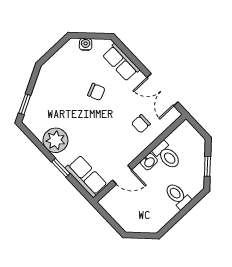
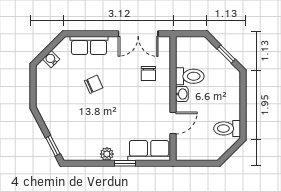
plant: (55, 140) -> (107, 154), width x0.53, depth x0.53
toilet: (178, 196) -> (227, 128), moved

